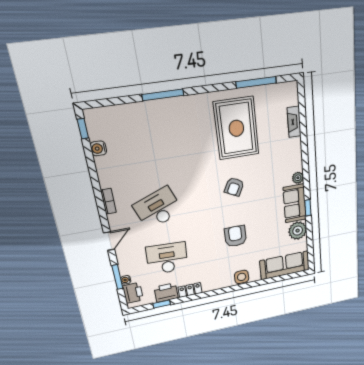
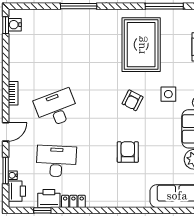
water cooler: (98, 148) -> (15, 25), moved
side table: (242, 277) -> (168, 94), moved

